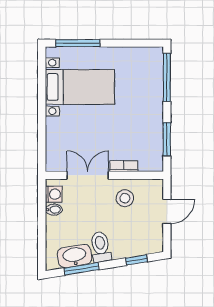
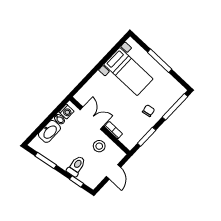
window: (78, 43) -> (160, 61), moved
chair: (142, 109) -> (149, 111), added
door: (167, 211) -> (113, 172), hinge flipped
toilet: (101, 247) -> (76, 166), moved
washbasin: (75, 256) -> (49, 131), moved, turned 99

